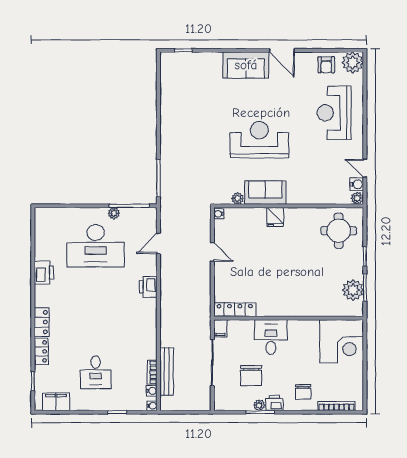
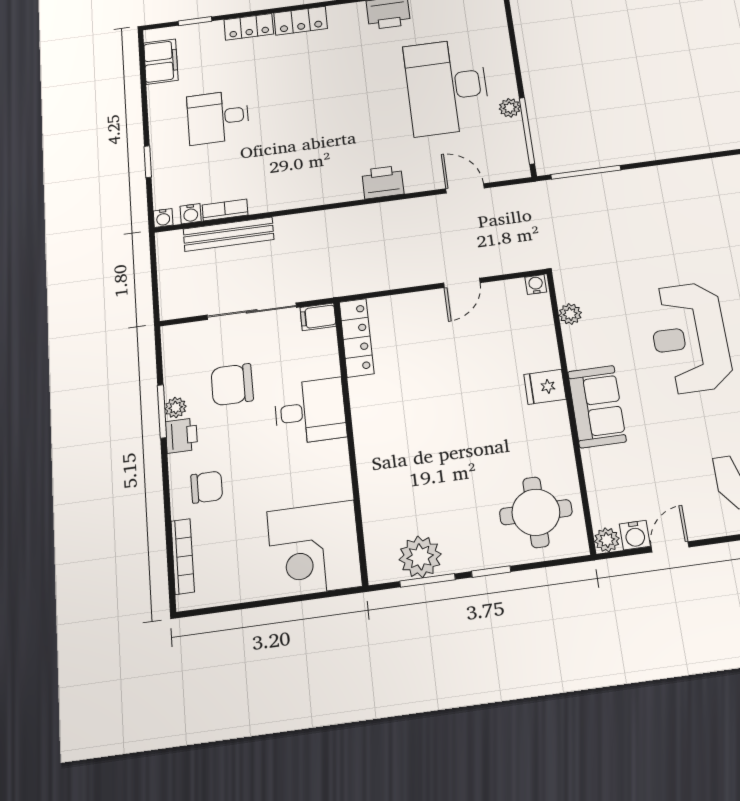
reception desk: (259, 140) -> (690, 338), turned 180
sofa: (265, 193) -> (597, 406), moved
chair: (303, 392) -> (207, 487), turned 180

